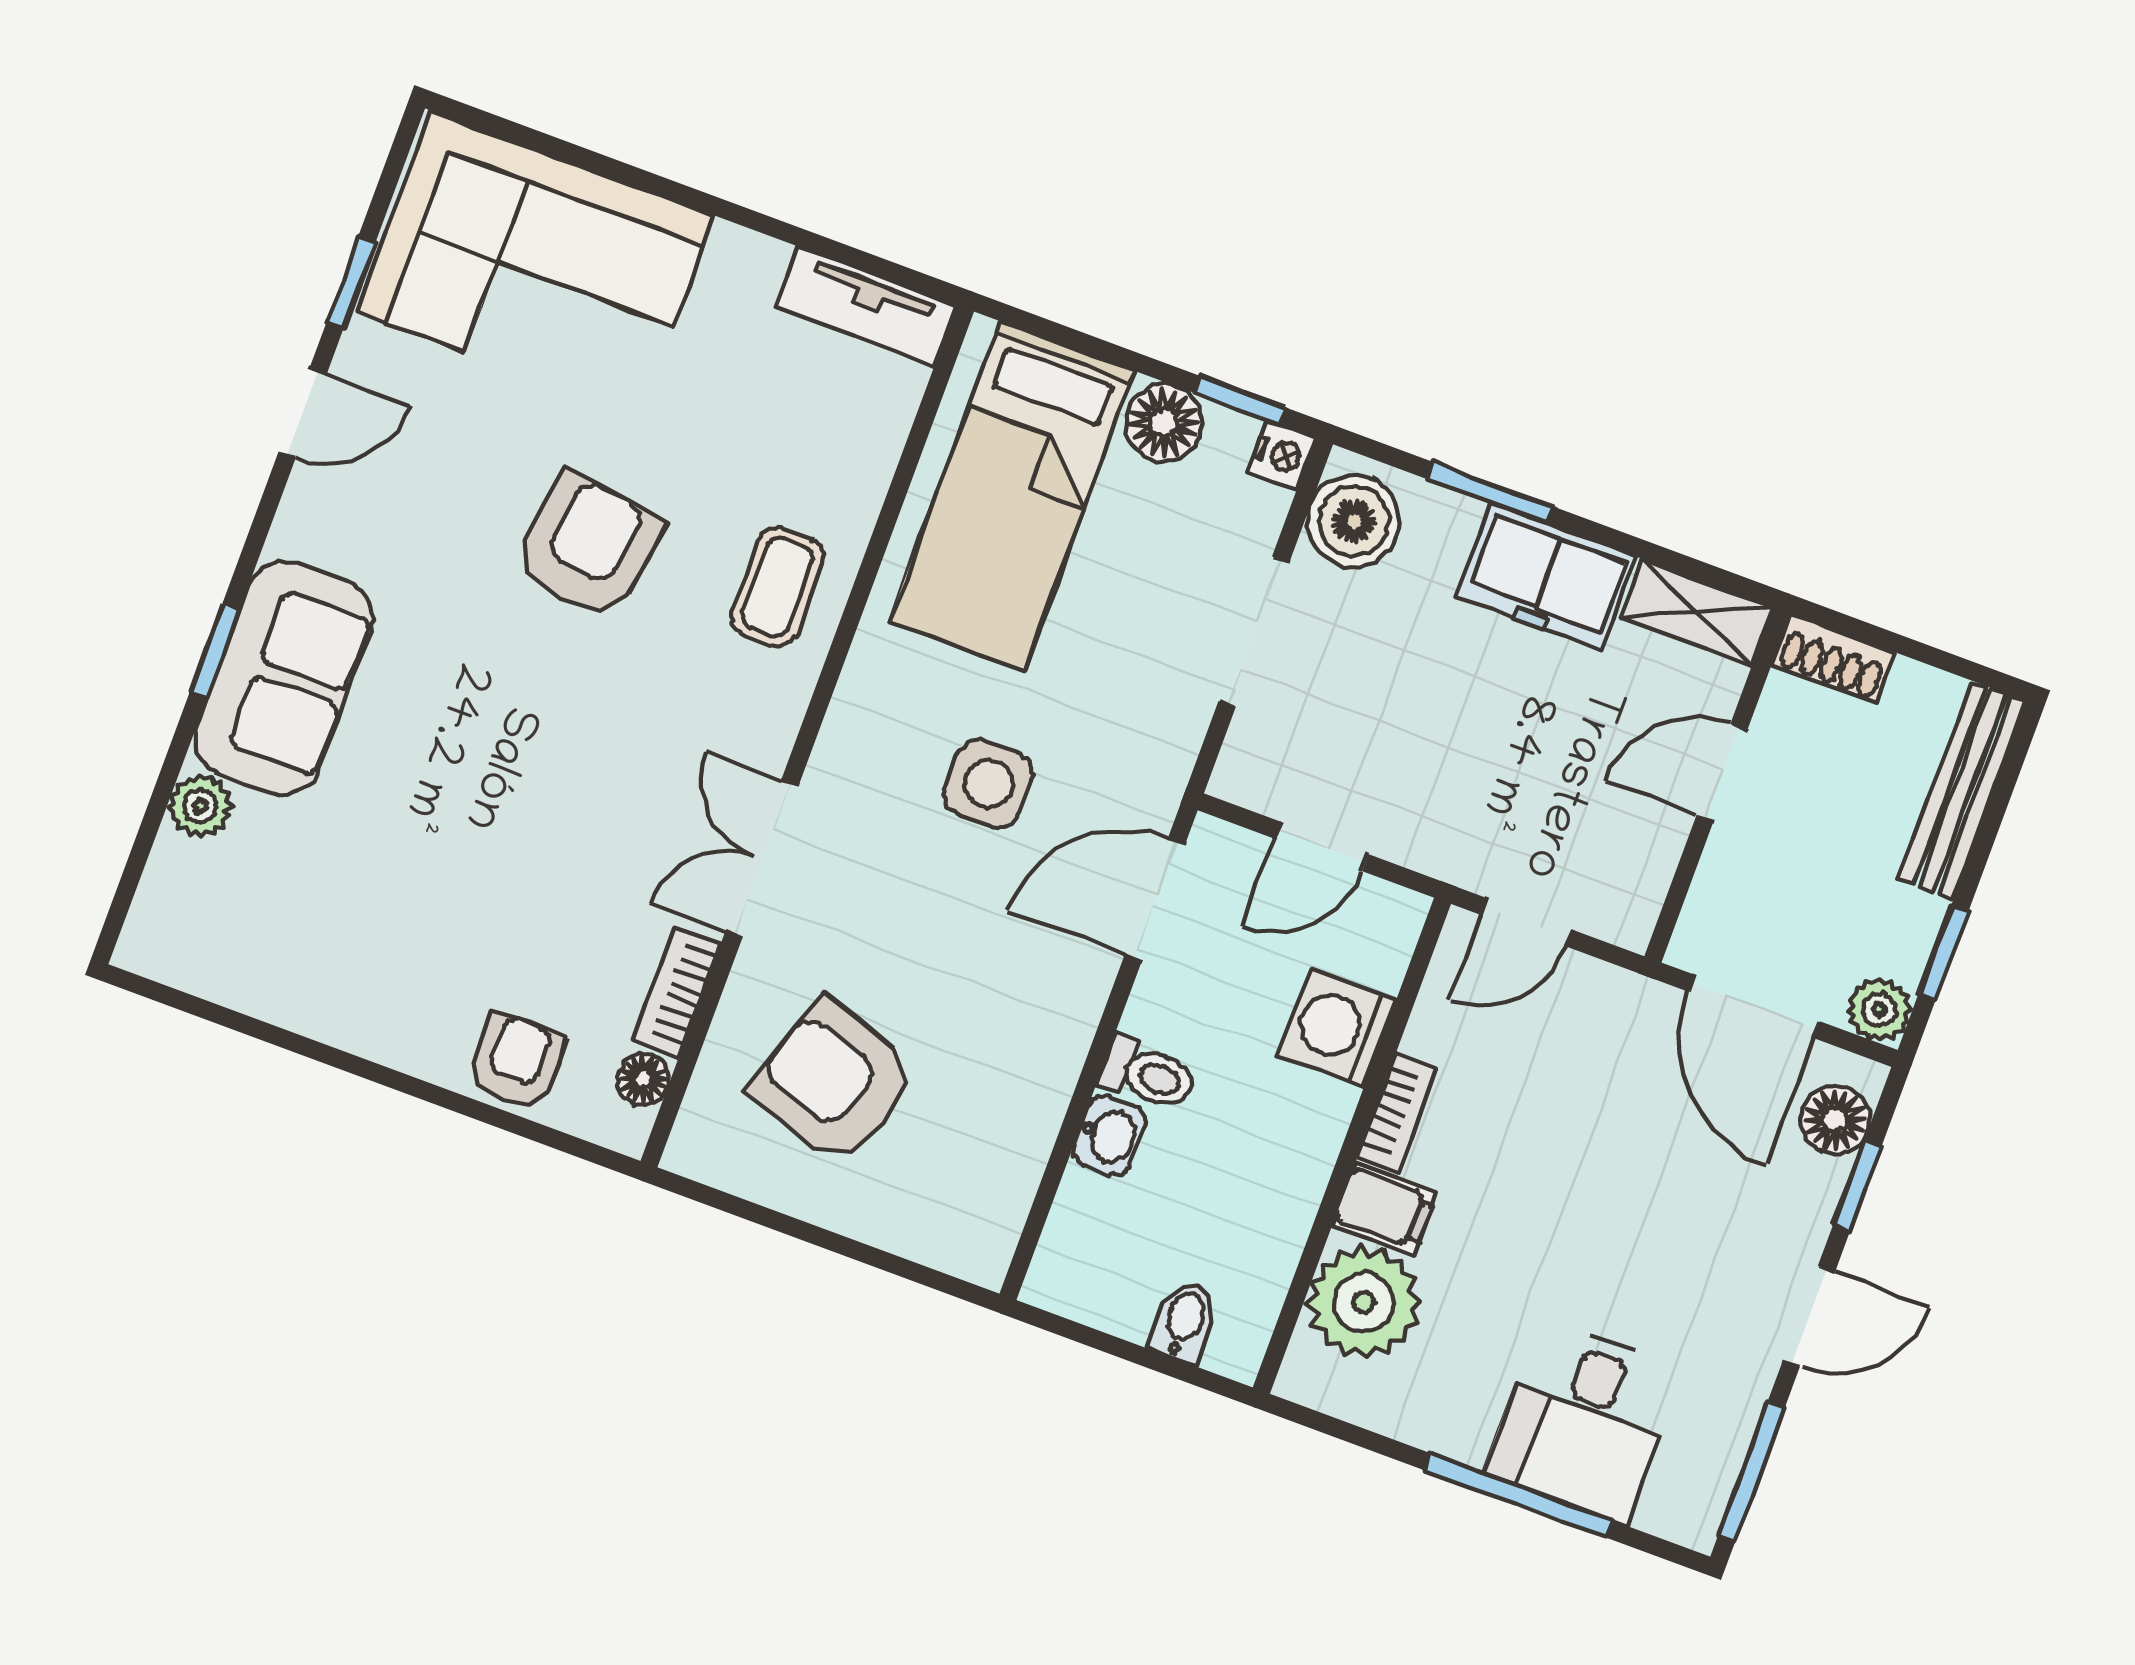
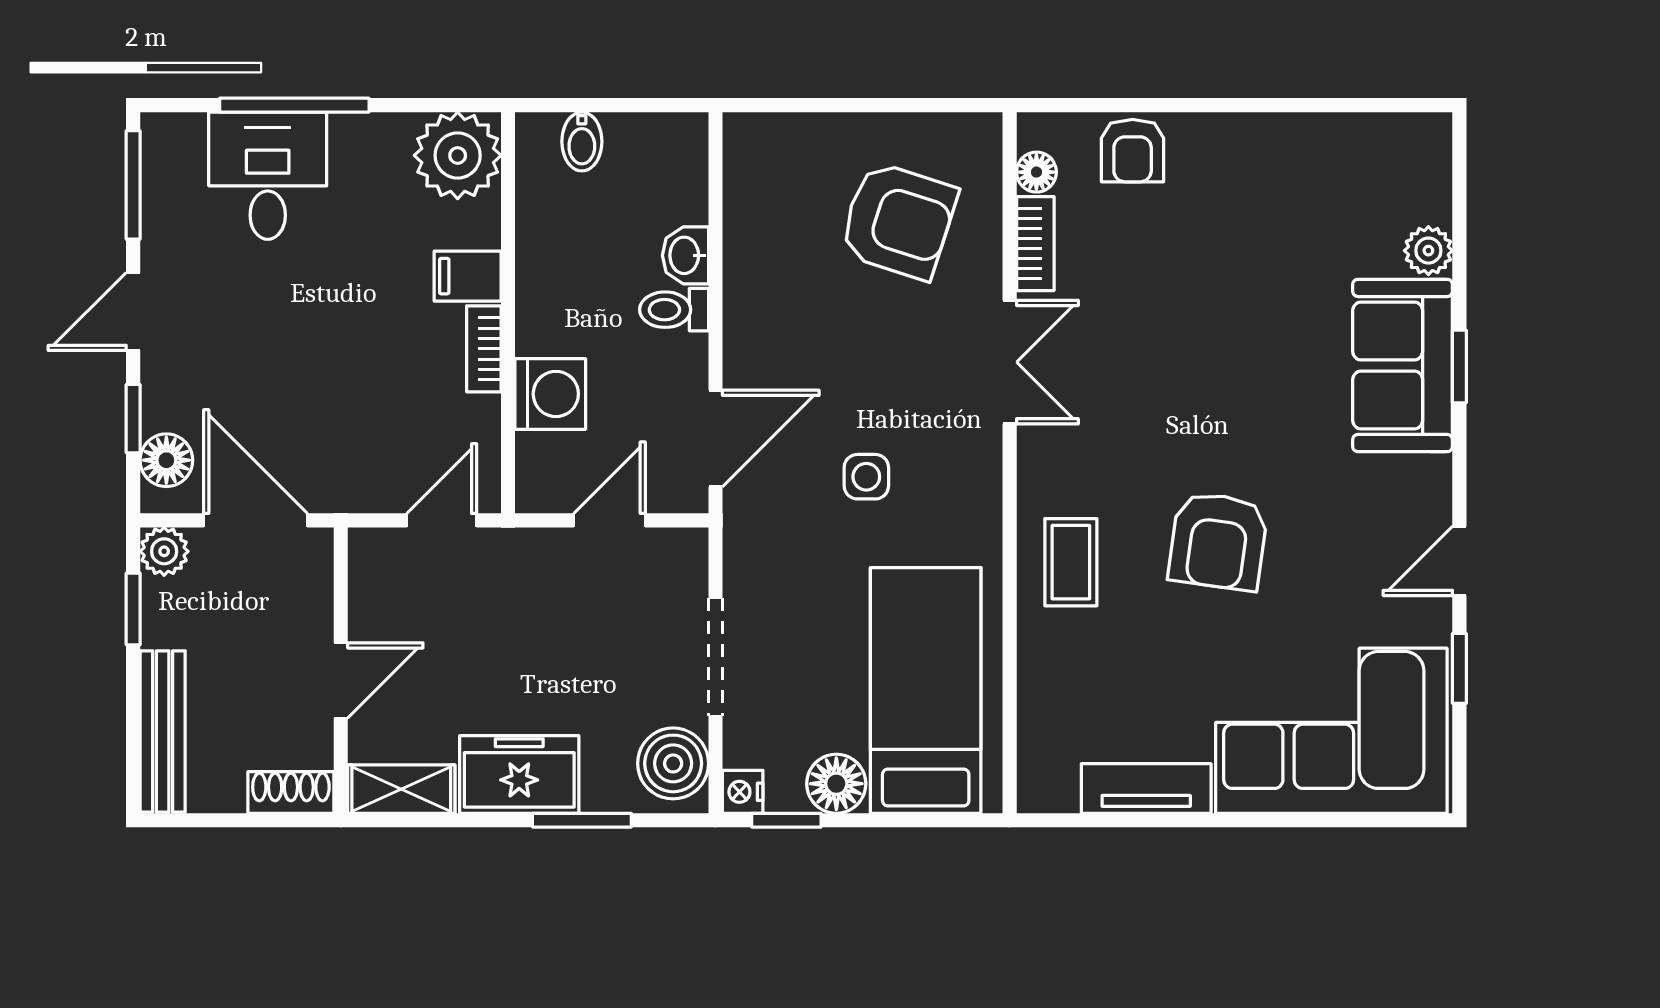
tv unit: (867, 306) -> (1146, 788), moved
side table: (988, 784) -> (866, 477), width x0.73, depth x0.73
plant: (1364, 1302) -> (458, 155), moved

